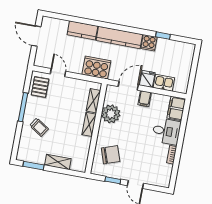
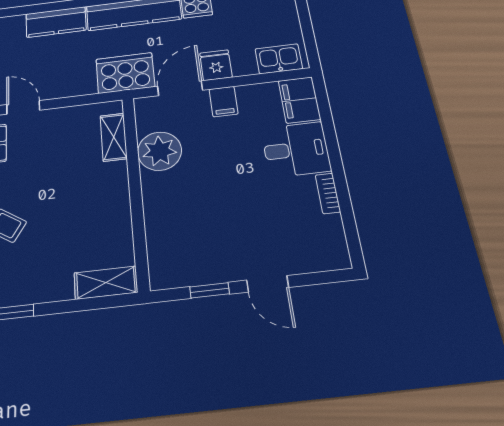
cooker: (96, 68) -> (125, 73), moved
kitchen sink: (164, 83) -> (279, 59), moved
shelving: (89, 124) -> (117, 186), removed
chair: (111, 155) -> (186, 235), removed
shelving: (58, 162) -> (106, 283), moved

